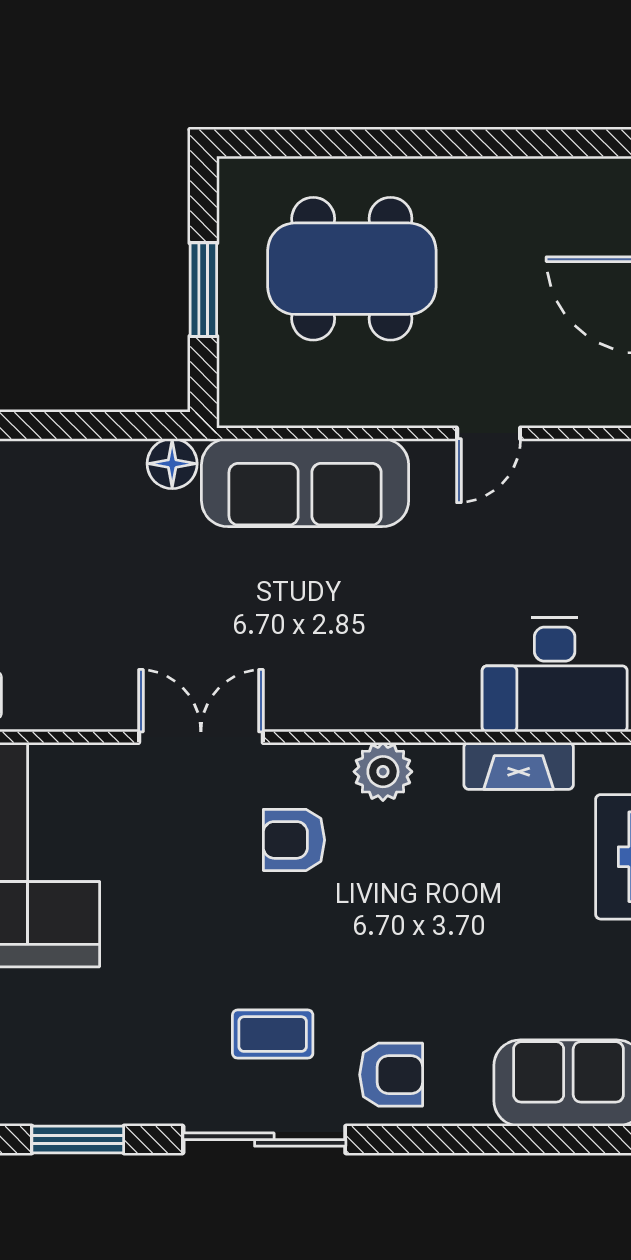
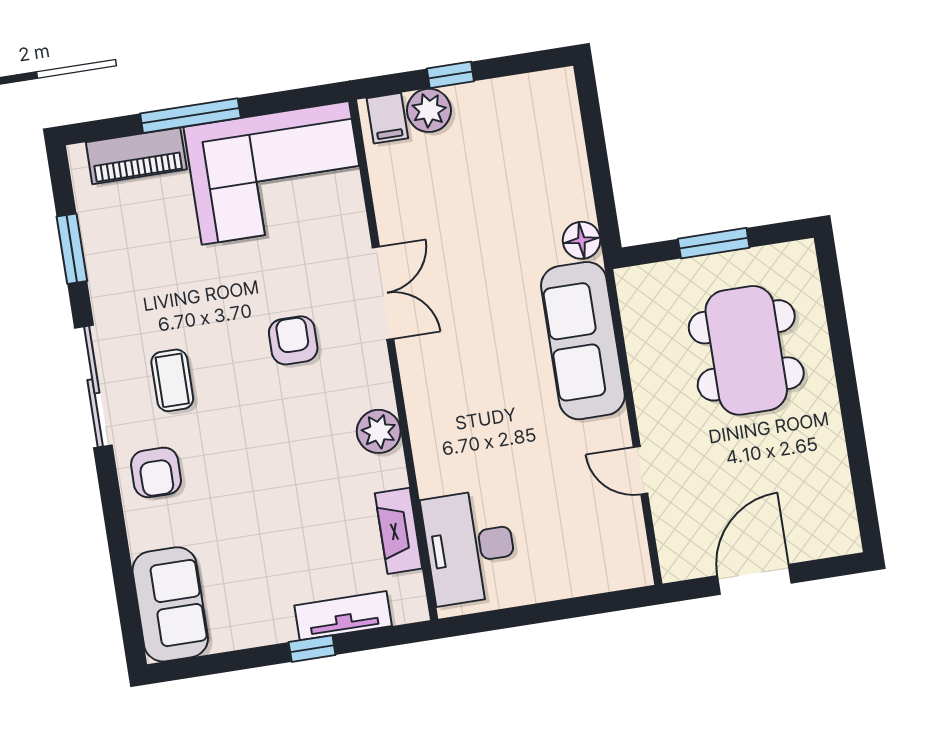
armchair: (294, 840) -> (293, 340), moved

